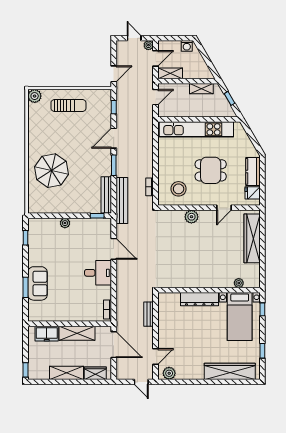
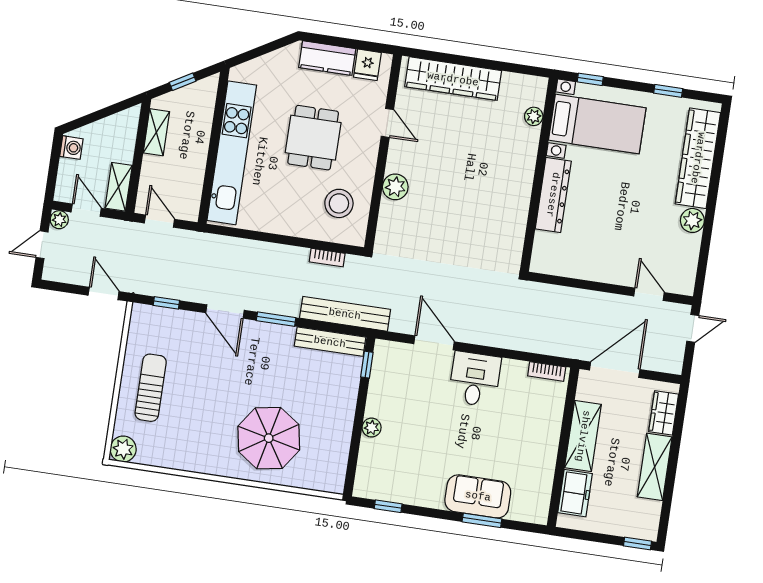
door: (114, 249) -> (434, 343), hinge flipped
bench: (149, 314) -> (567, 295), removed
plant: (169, 373) -> (692, 220), moved

